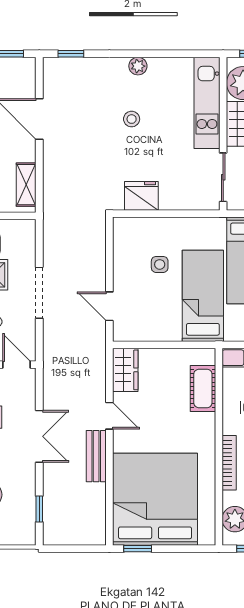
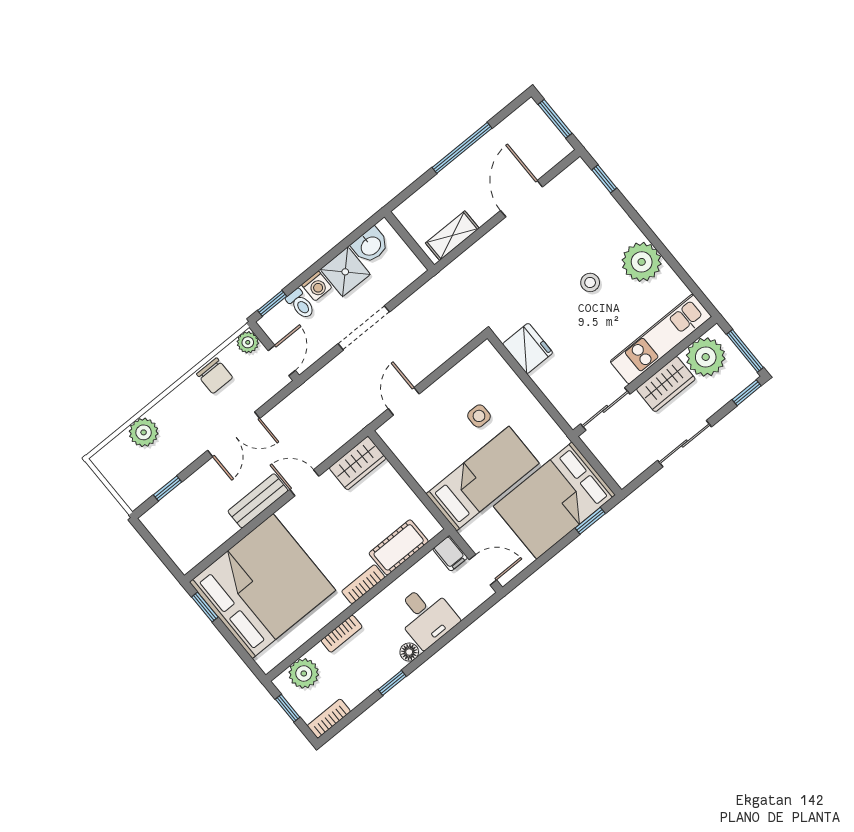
plant: (138, 66) -> (642, 262), width x1.87, depth x1.87
door: (109, 416) -> (304, 483), swing flipped
bookcase: (208, 432) -> (363, 584), added
bookcase: (229, 463) -> (342, 634), width x0.64

